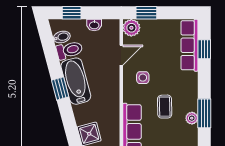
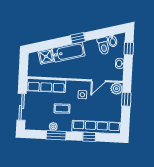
row of seats: (189, 45) -> (96, 127), width x1.36
window: (204, 49) -> (89, 137), moved
door: (121, 55) -> (98, 81), hinge flipped
bathtub: (76, 81) -> (69, 52), moved

